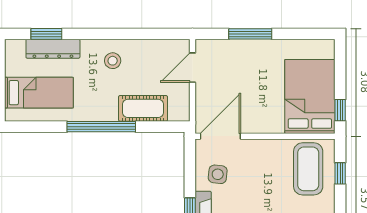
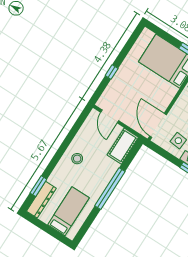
window: (250, 34) -> (112, 72), width x0.46
dresser: (53, 49) -> (41, 200), moved
cot: (143, 108) -> (123, 146), moved

